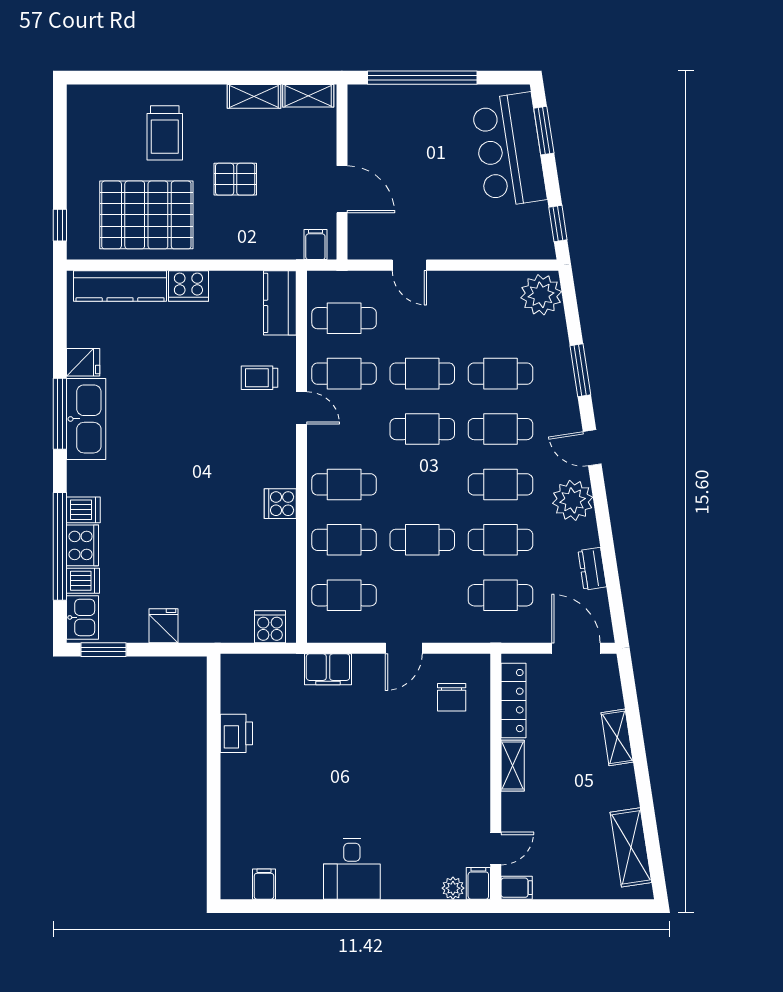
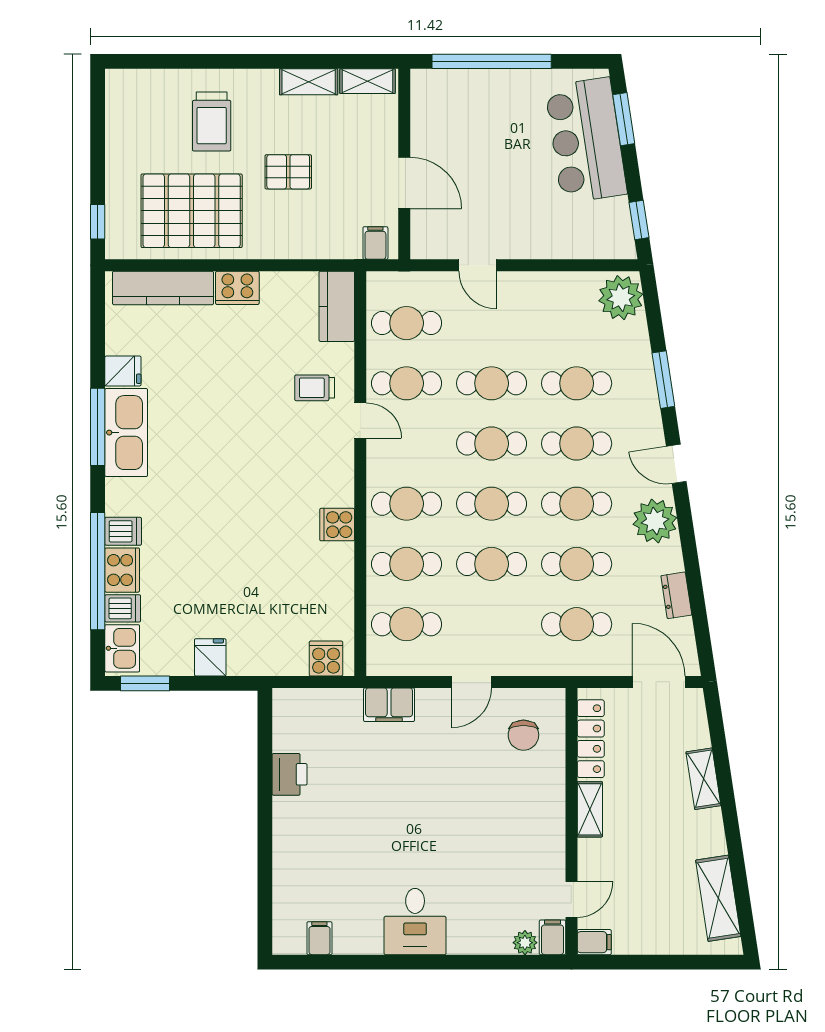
cafe table: (422, 484) -> (492, 504), added

